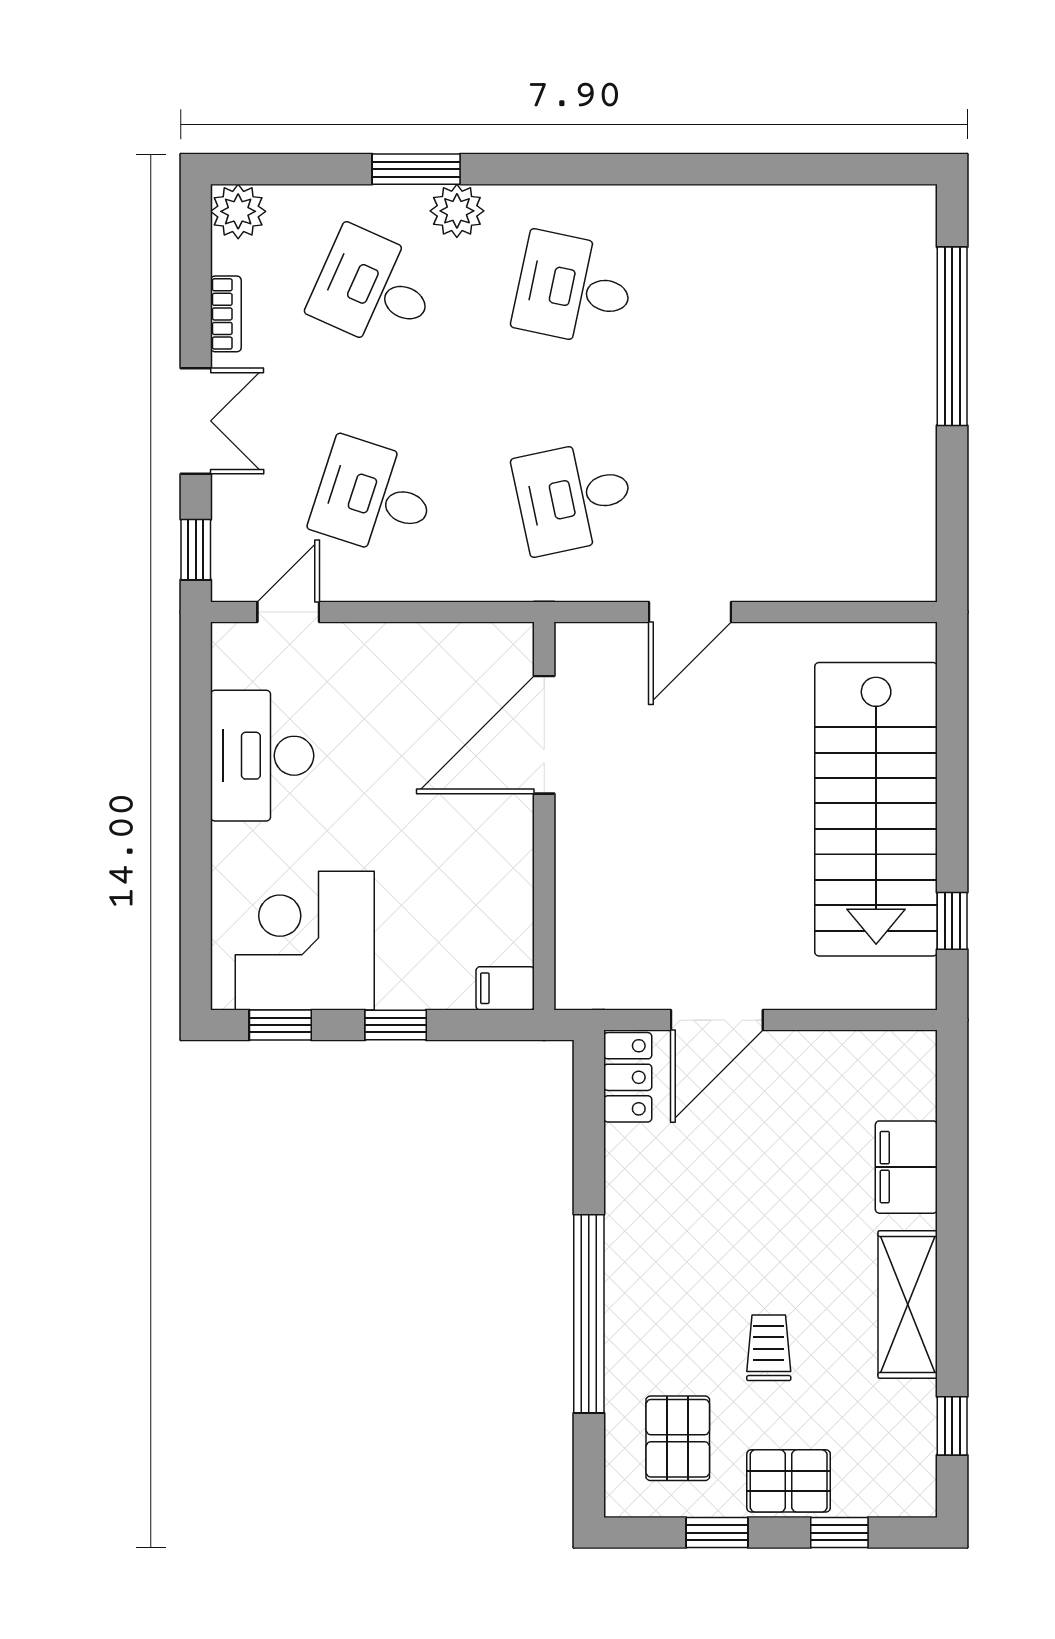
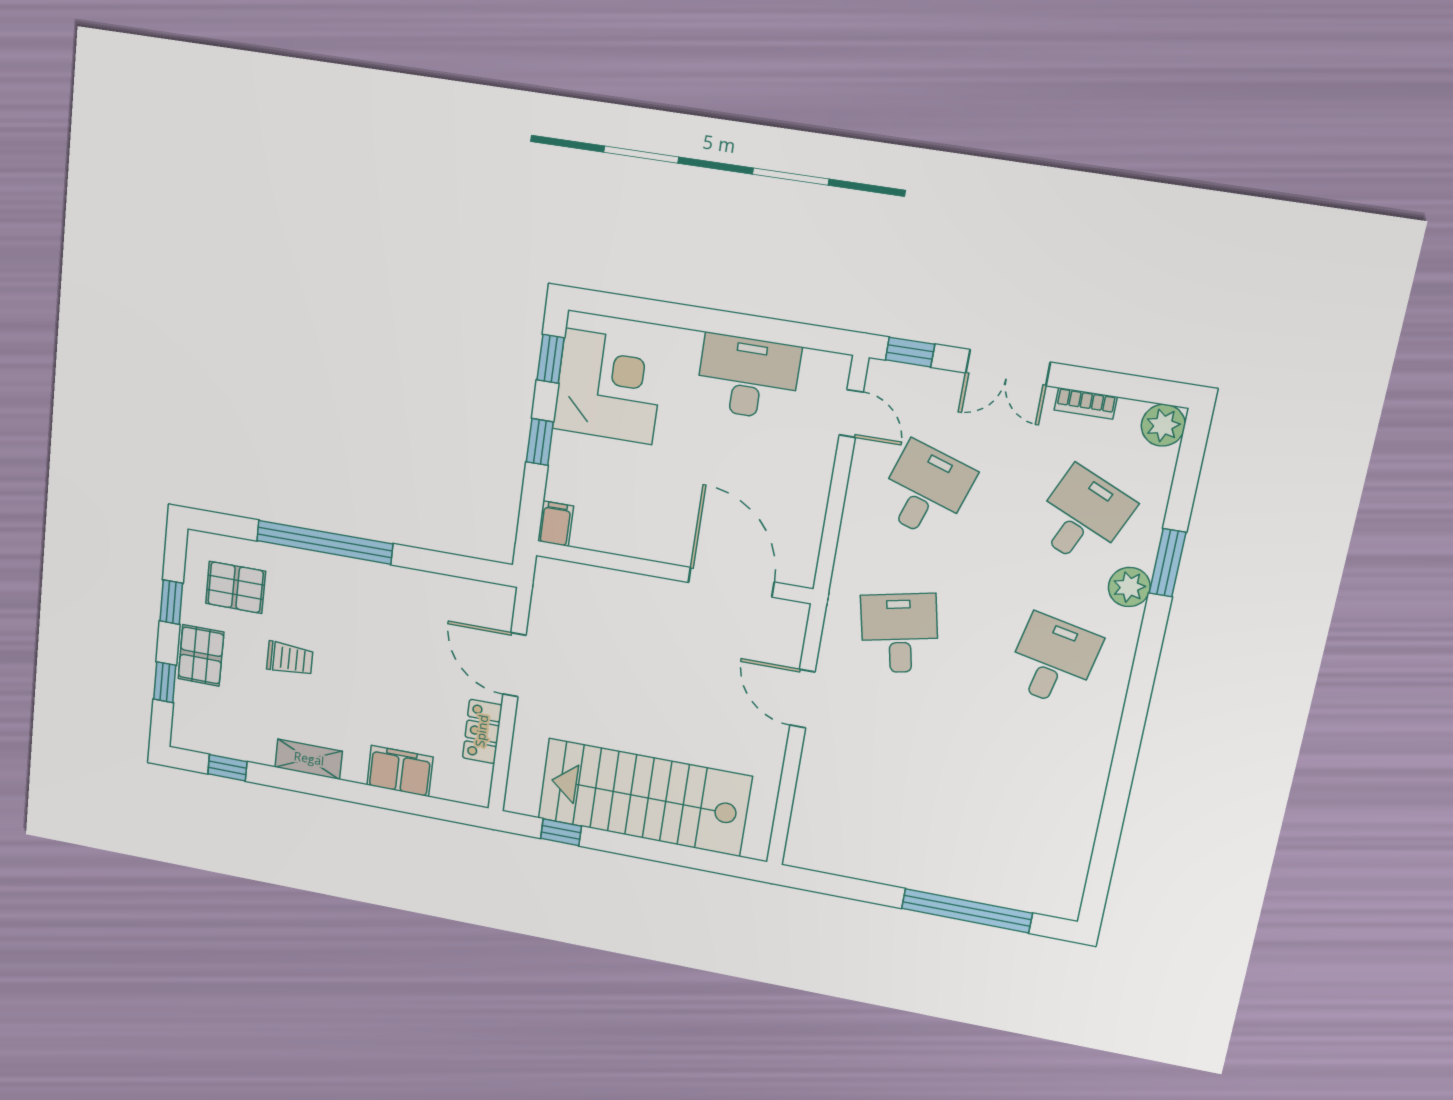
locker: (628, 1077) -> (482, 731), moved, turned 90
shelving: (908, 1305) -> (309, 759), width x0.67, depth x0.75

